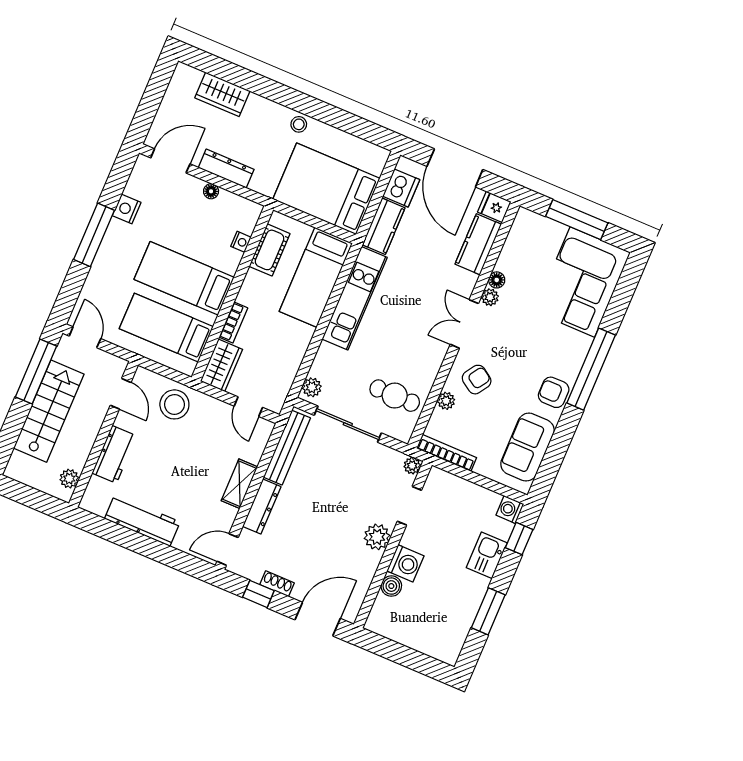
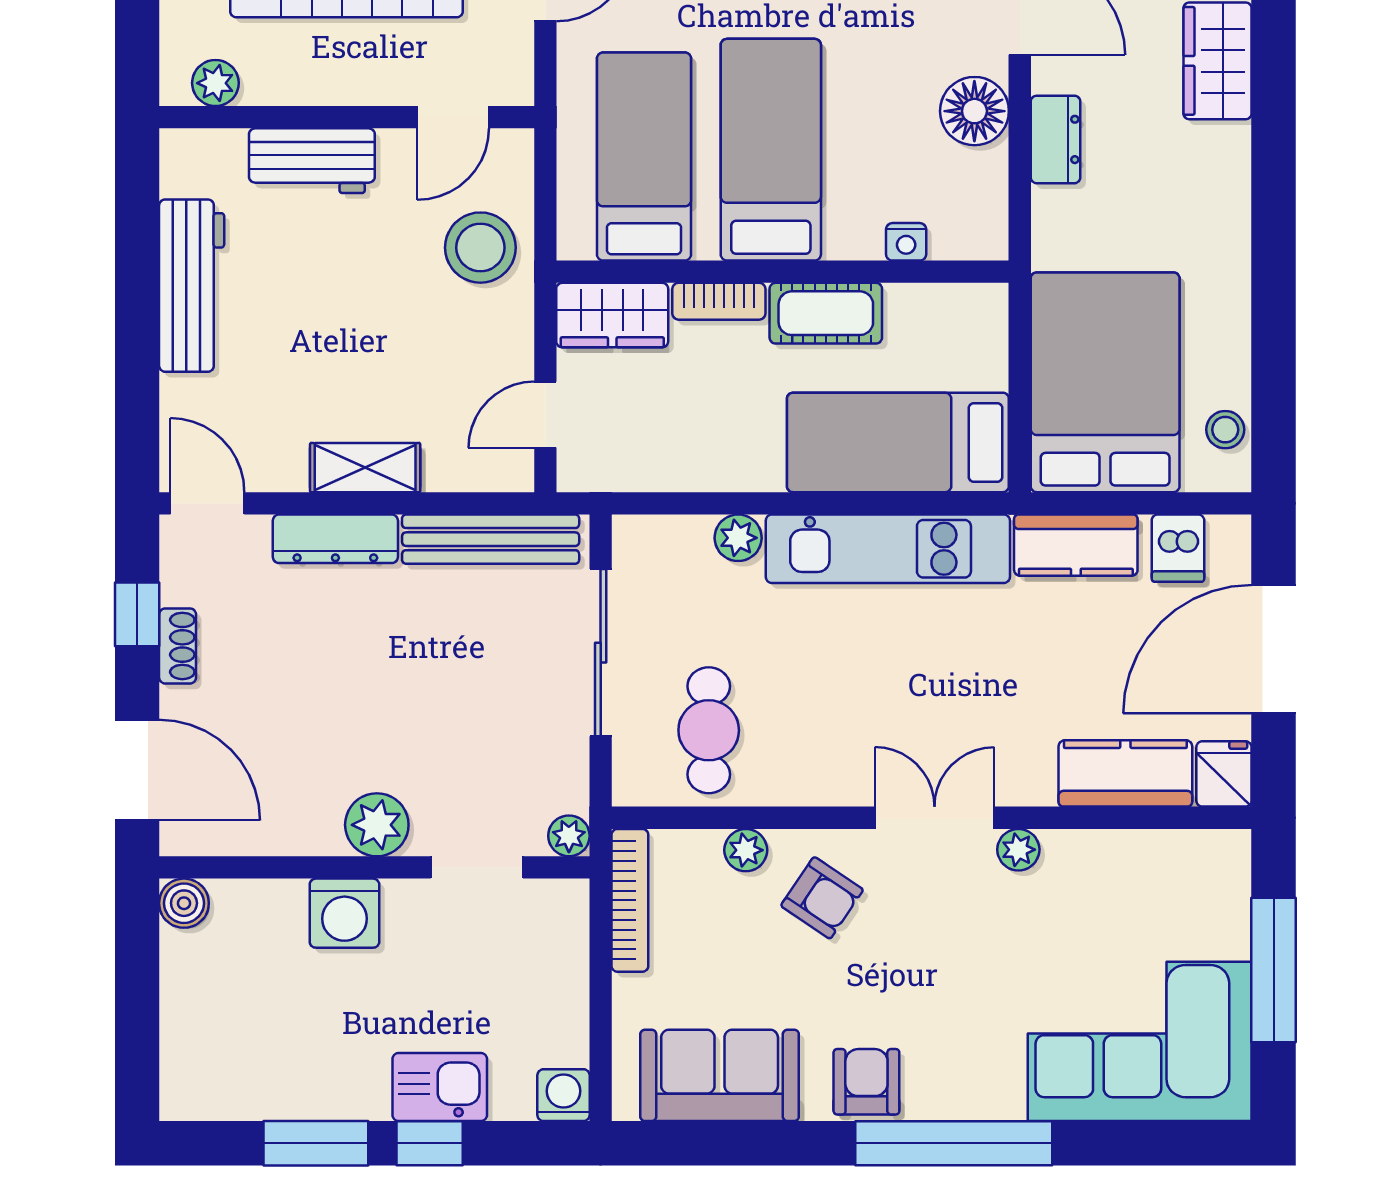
stool: (299, 124) -> (1225, 430), moved
dresser: (226, 169) -> (1056, 139), width x0.70
dishwasher: (401, 188) -> (1178, 548), width x0.73
floor lamp: (211, 191) -> (974, 111), width x1.89, depth x1.89
cot: (269, 250) -> (826, 313), moved
floor lamp: (497, 280) -> (1063, 848), removed
plant: (312, 387) -> (738, 538), moved
window: (519, 539) -> (430, 1143), moved
boiler: (391, 586) -> (184, 903), moved

